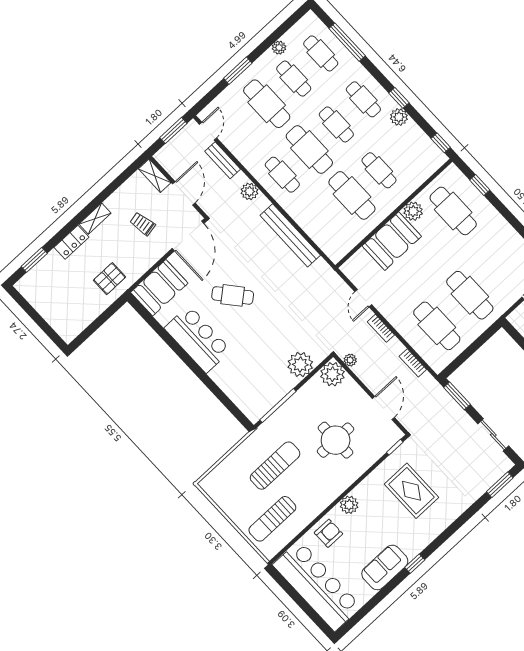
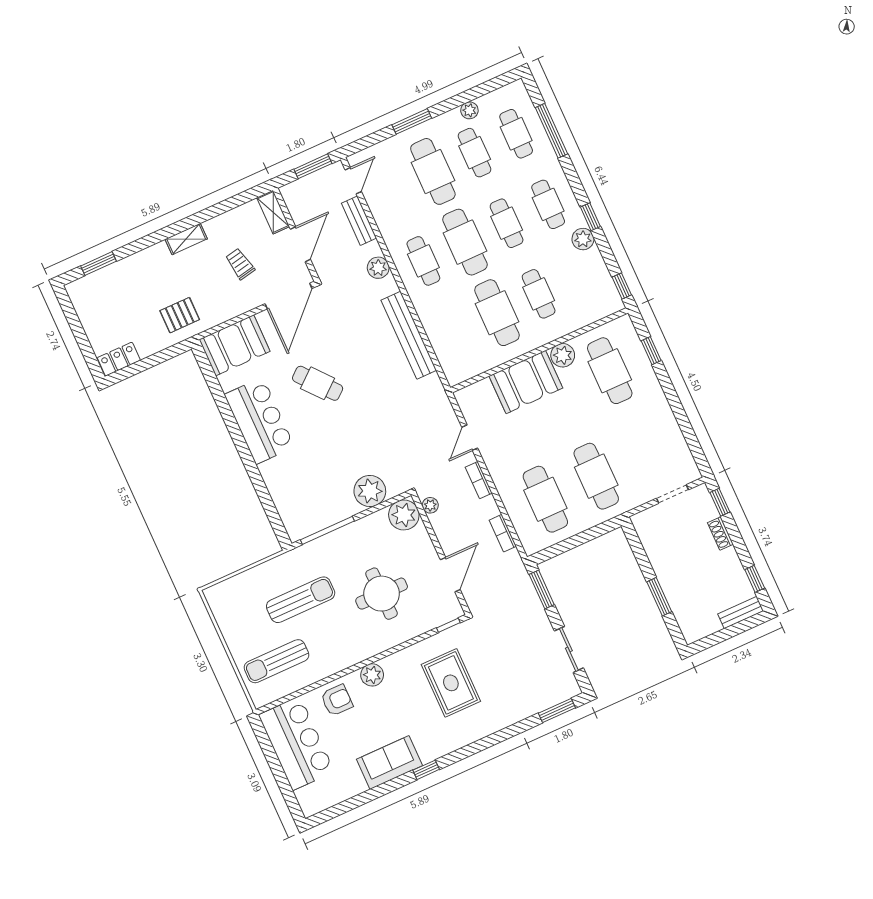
locker: (71, 242) -> (119, 359), moved, turned 180
bar counter: (317, 586) -> (296, 743), width x0.73

